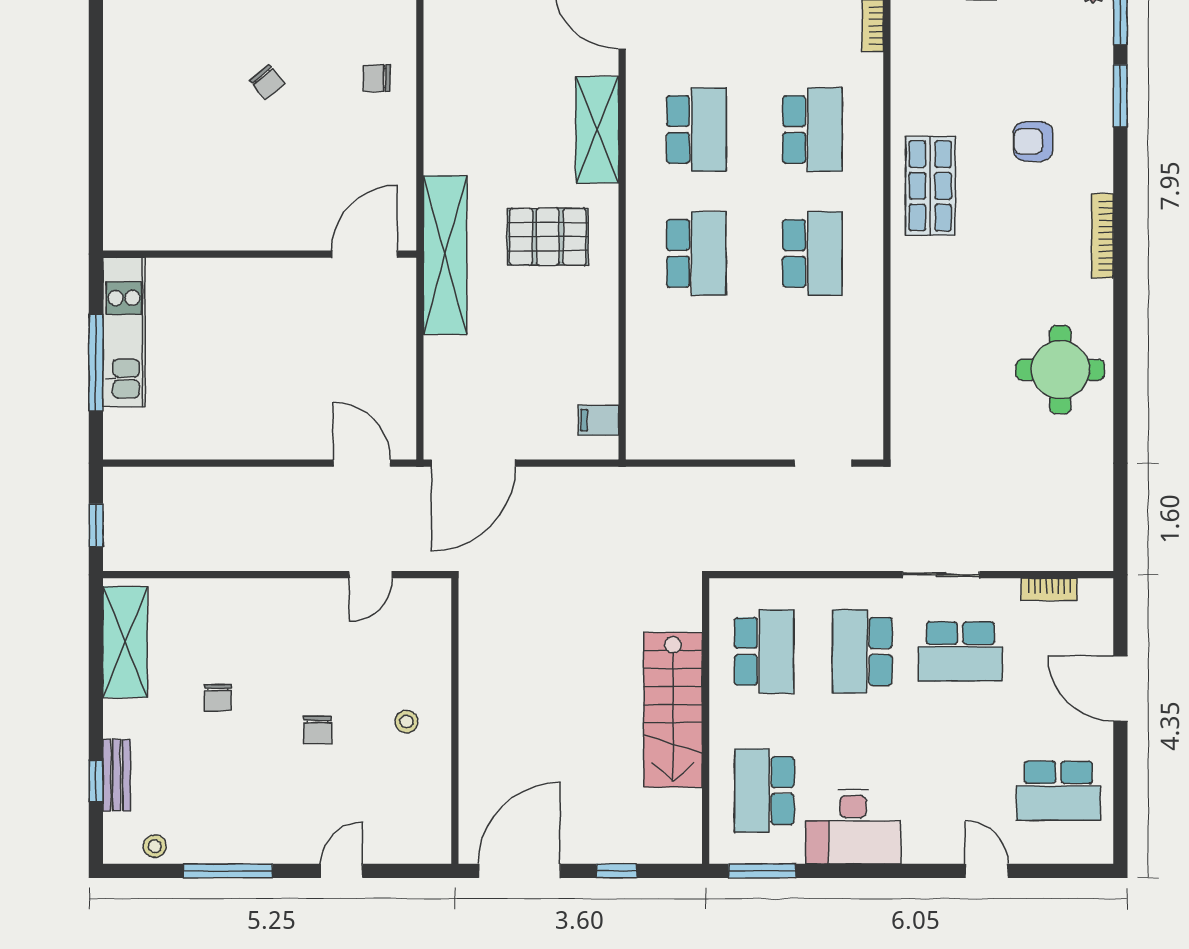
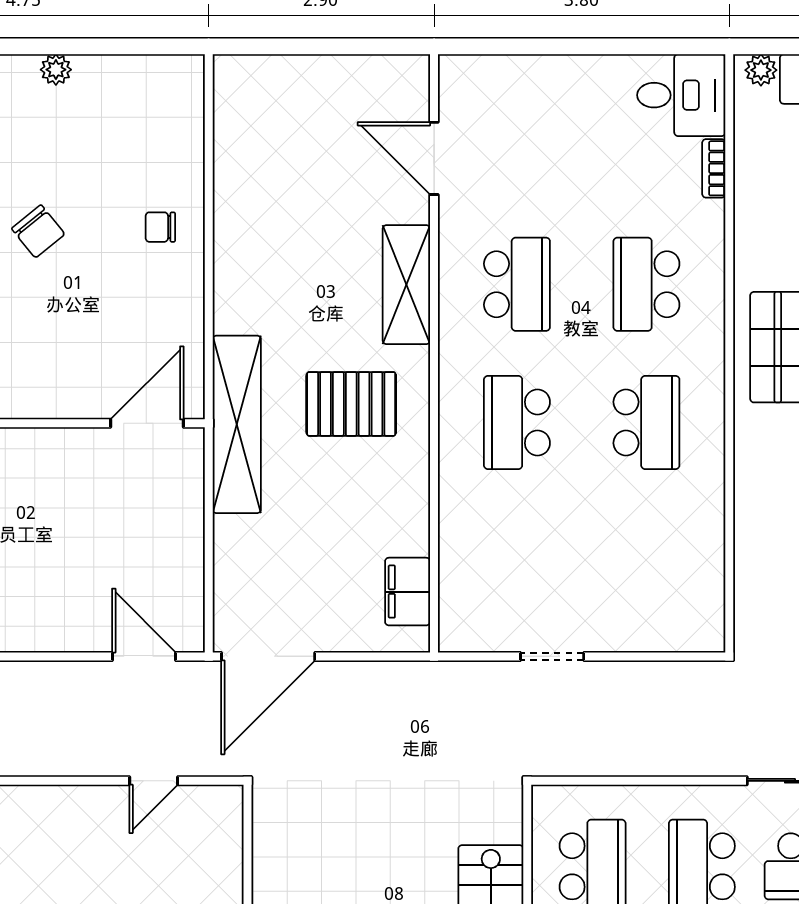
chair: (267, 82) -> (38, 231), width x1.37, depth x1.37
school desk: (813, 129) -> (646, 284), turned 180
school desk: (696, 253) -> (517, 422), turned 180
filing cabinet: (598, 420) -> (408, 592), width x2.00
doorway: (823, 463) -> (552, 656), moved

